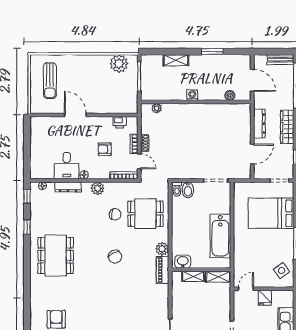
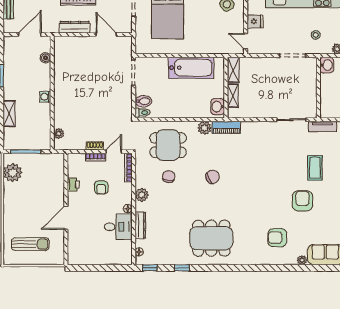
printer: (120, 122) -> (73, 185), moved
dining table: (146, 214) -> (168, 145), turned 90

